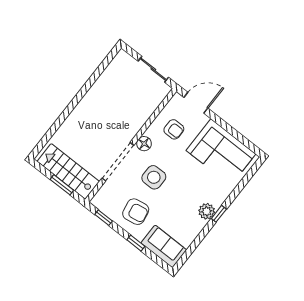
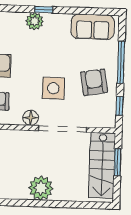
plant: (85, 112) -> (41, 188), added
plant: (207, 211) -> (35, 21), moved
window: (136, 243) -> (121, 62), width x2.17
sofa: (164, 246) -> (93, 27), moved, turned -90

